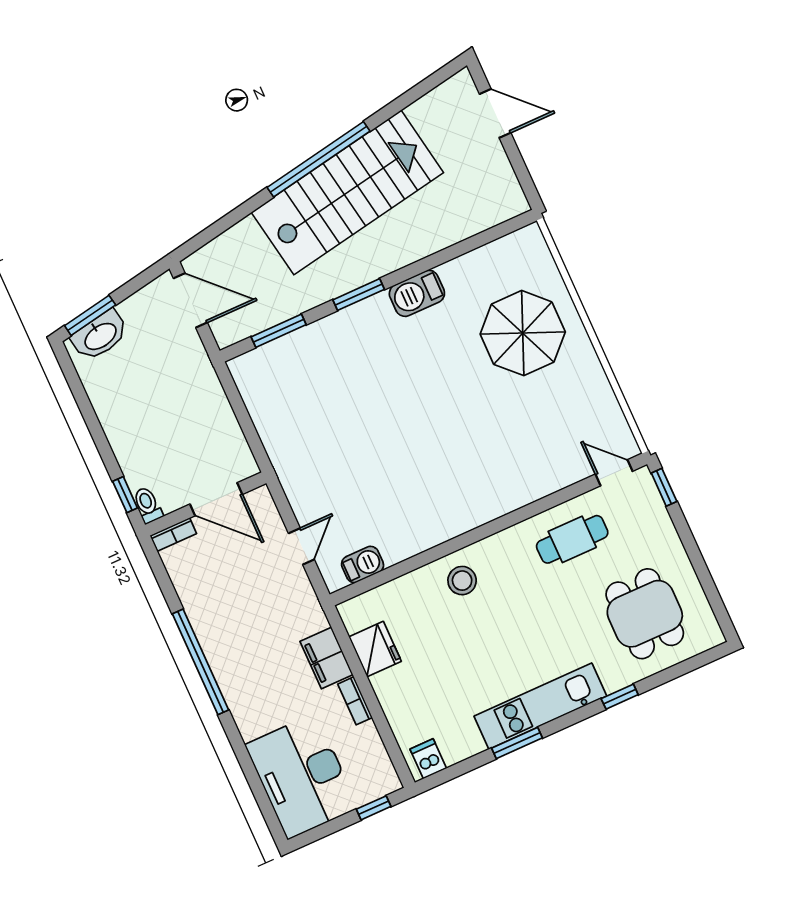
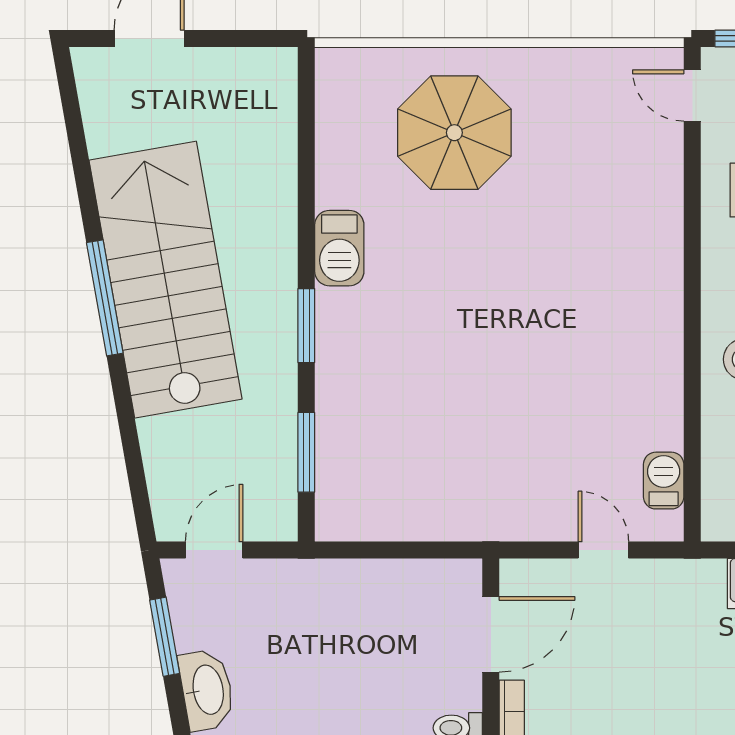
window: (319, 159) -> (105, 298), width x0.68
door: (190, 300) -> (214, 550), width x0.73
window: (90, 315) -> (165, 637), moved
door: (614, 473) -> (692, 96), hinge flipped

